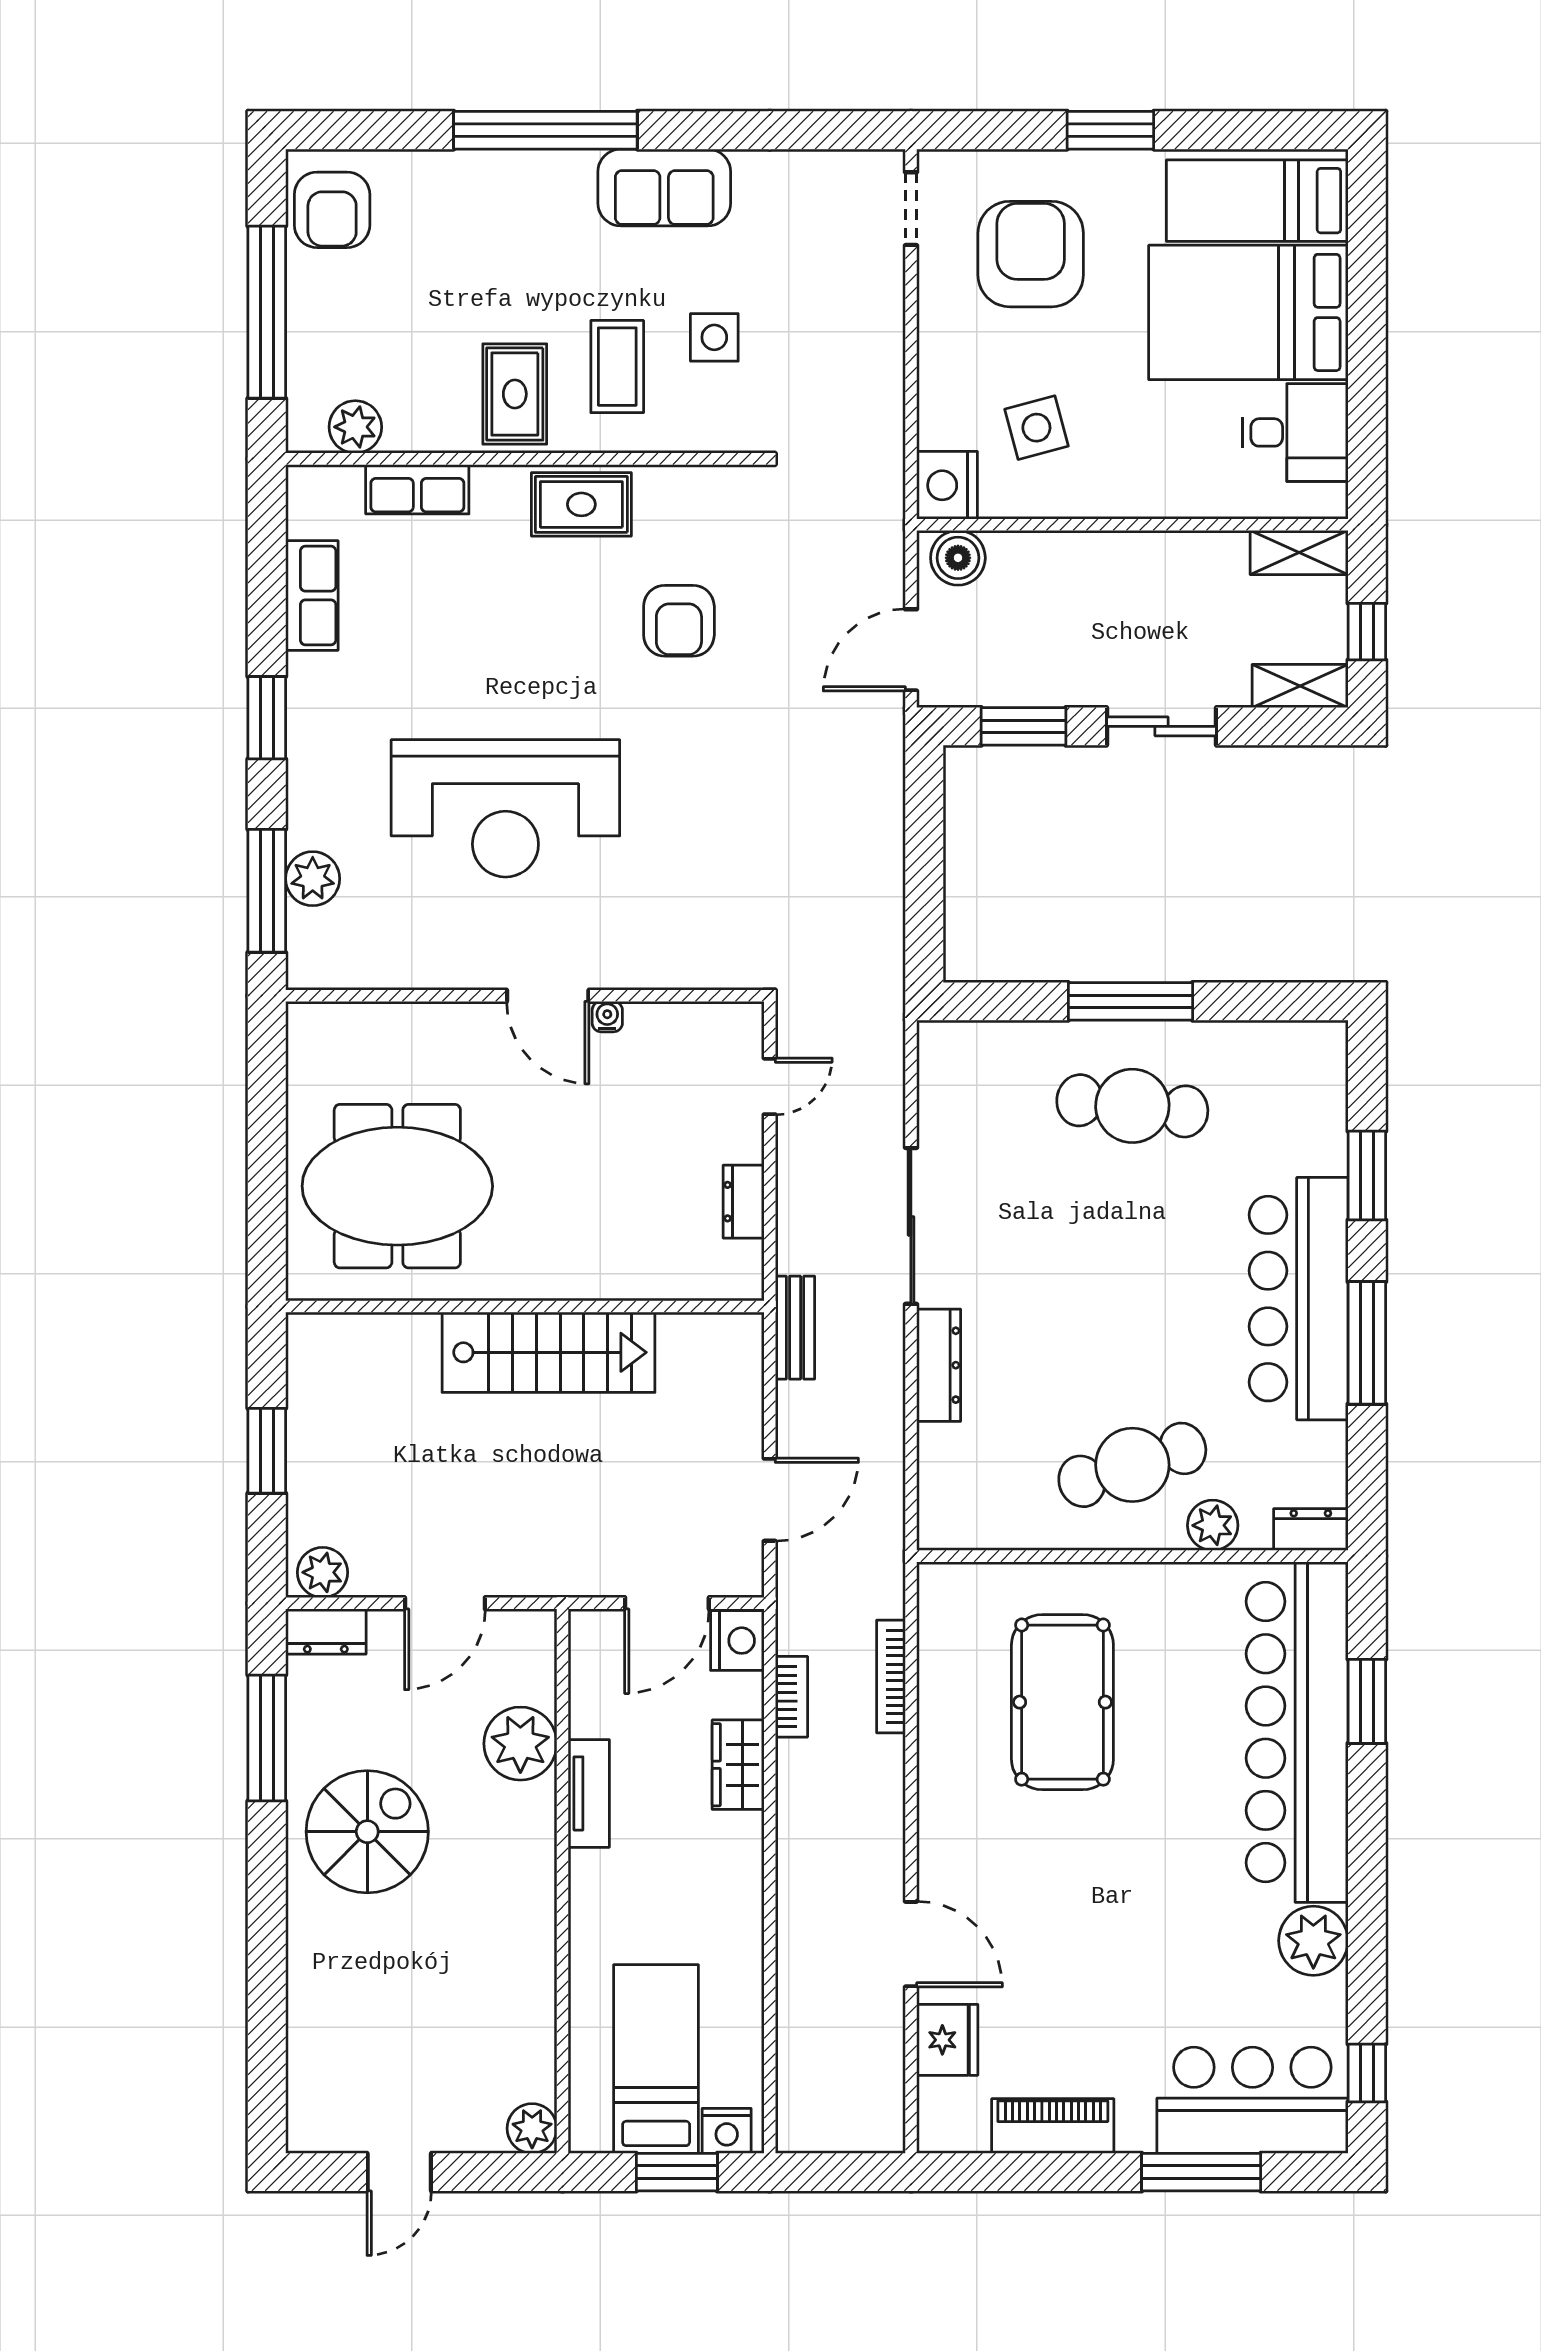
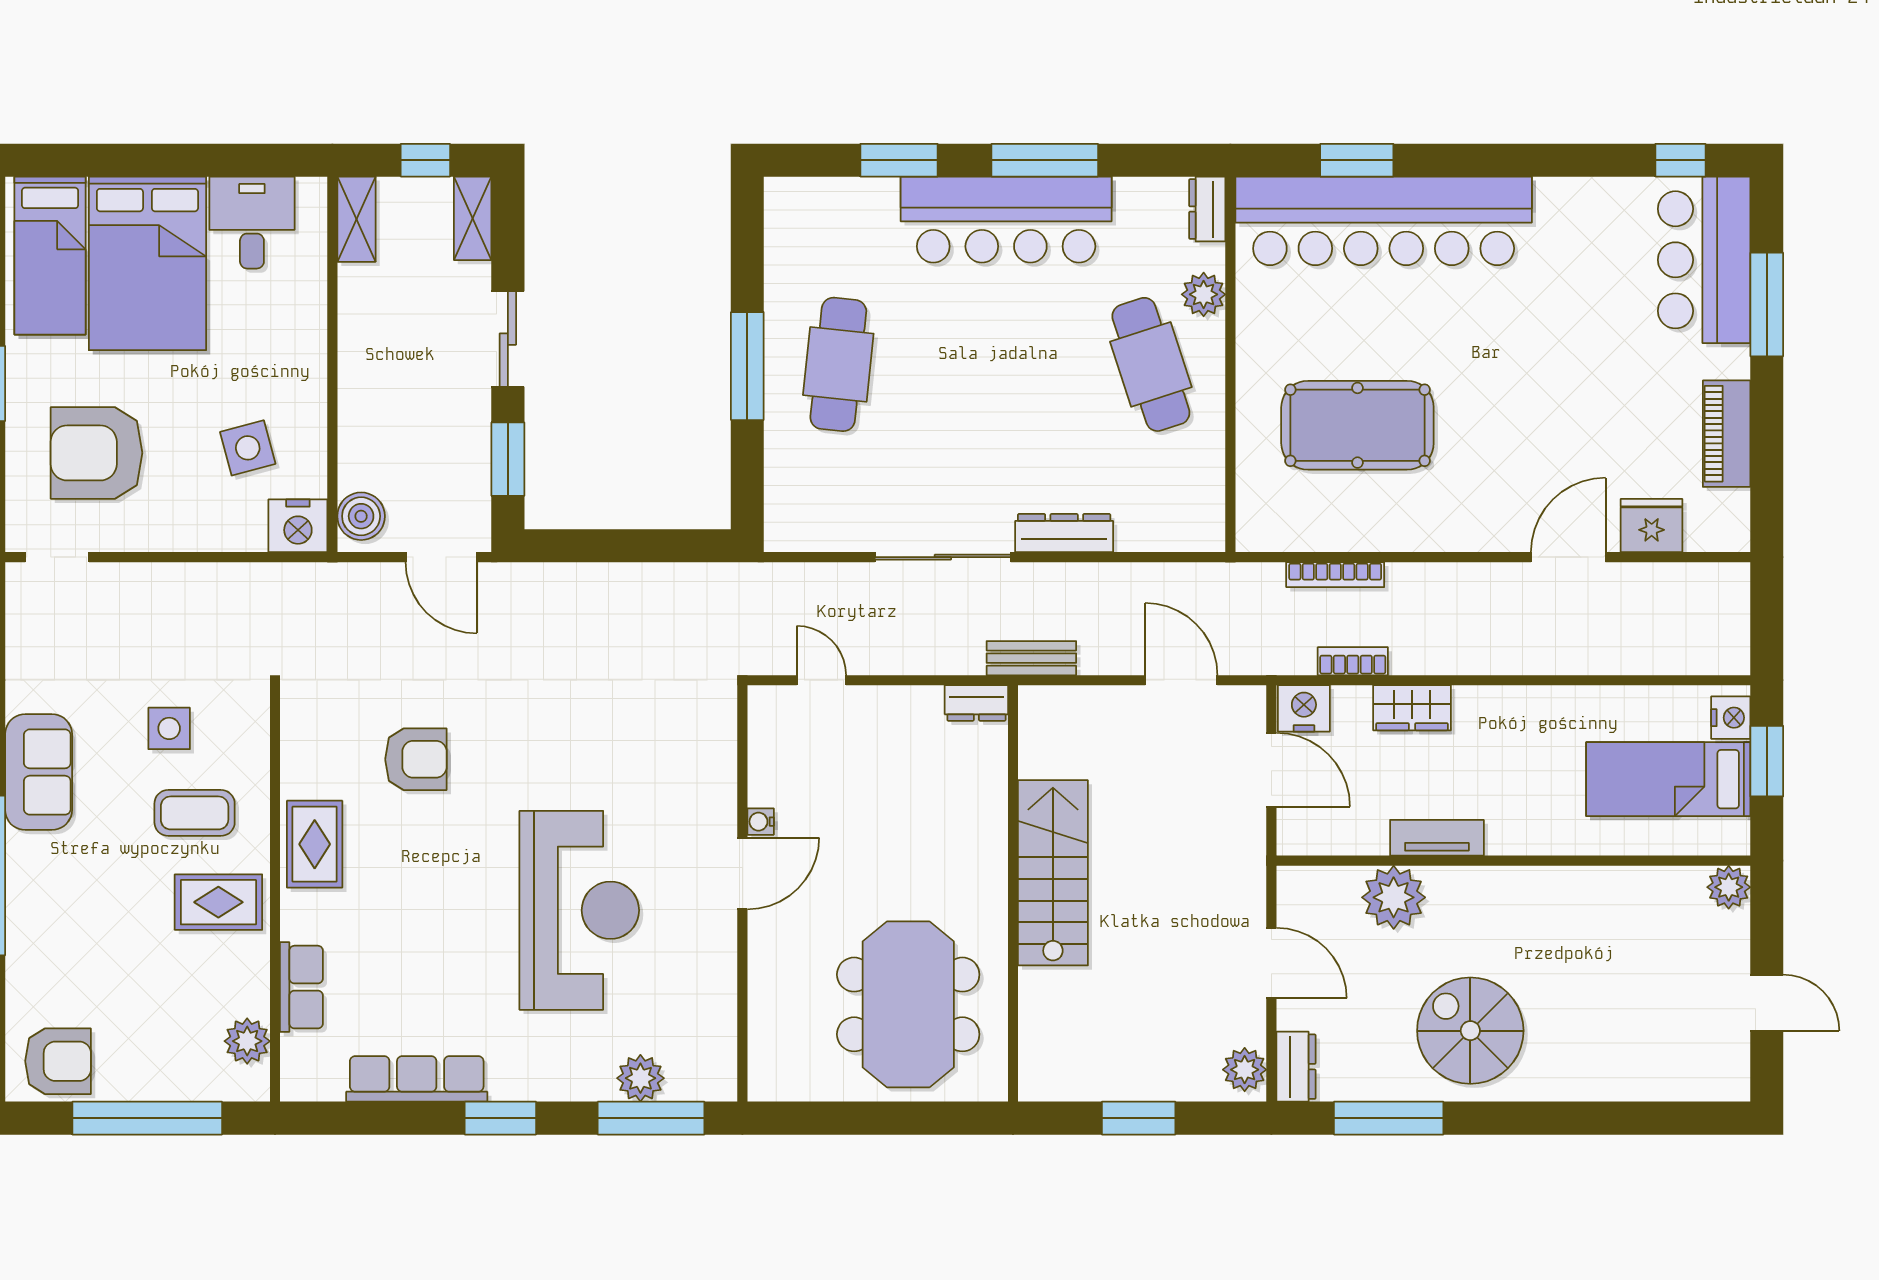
row of seats: (312, 596) -> (417, 1079), width x1.48
dresser: (744, 1202) -> (976, 703), moved
plant: (1313, 1941) -> (1565, 207), removed

